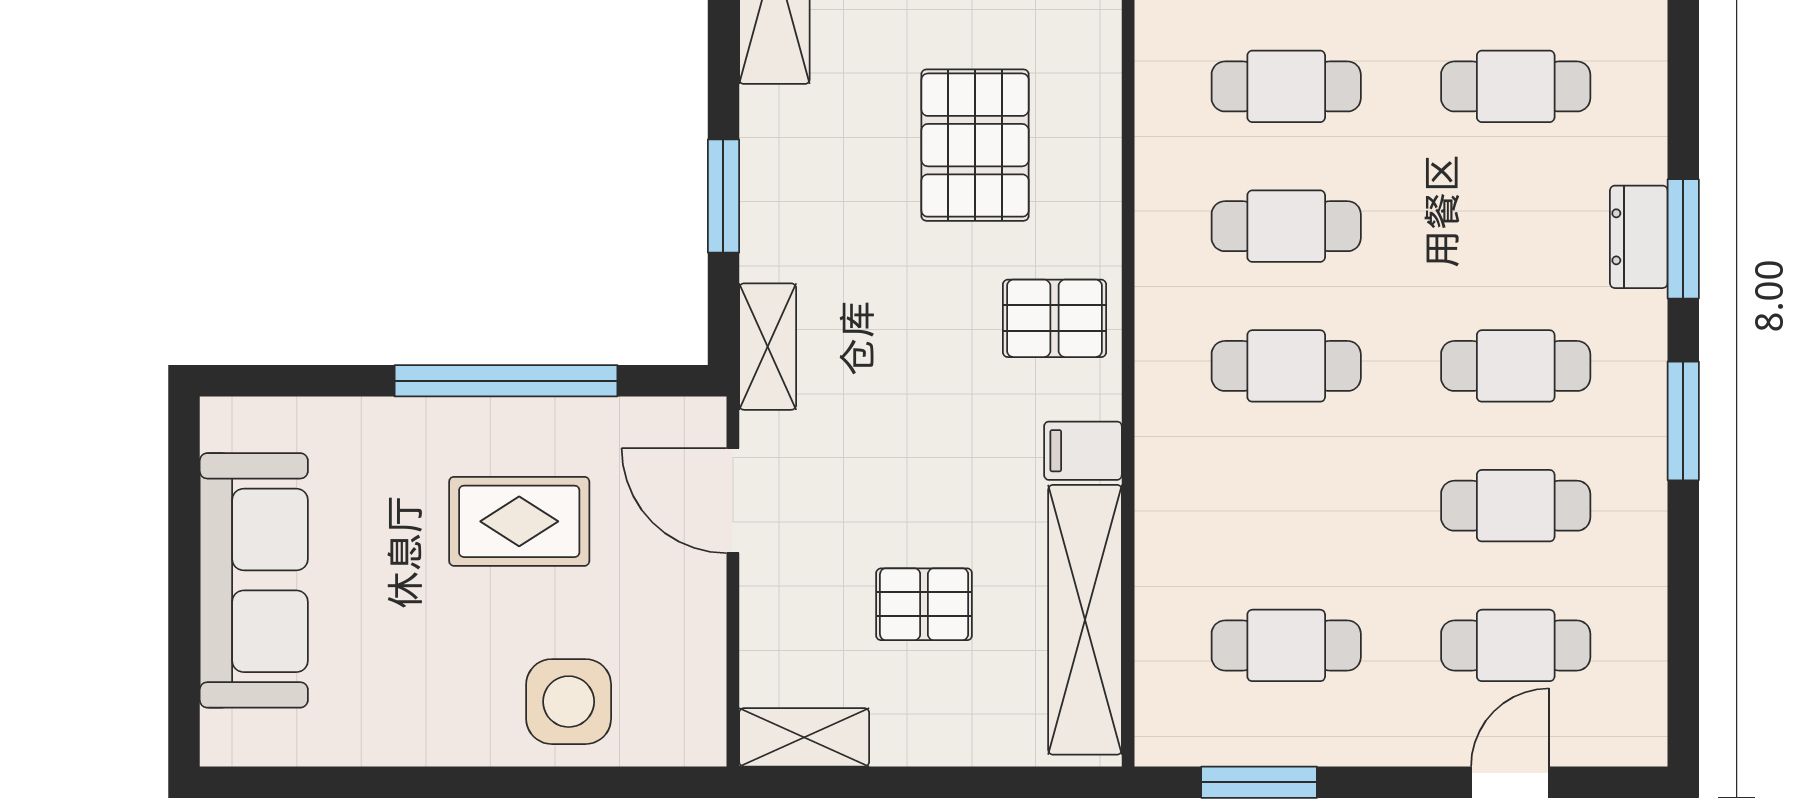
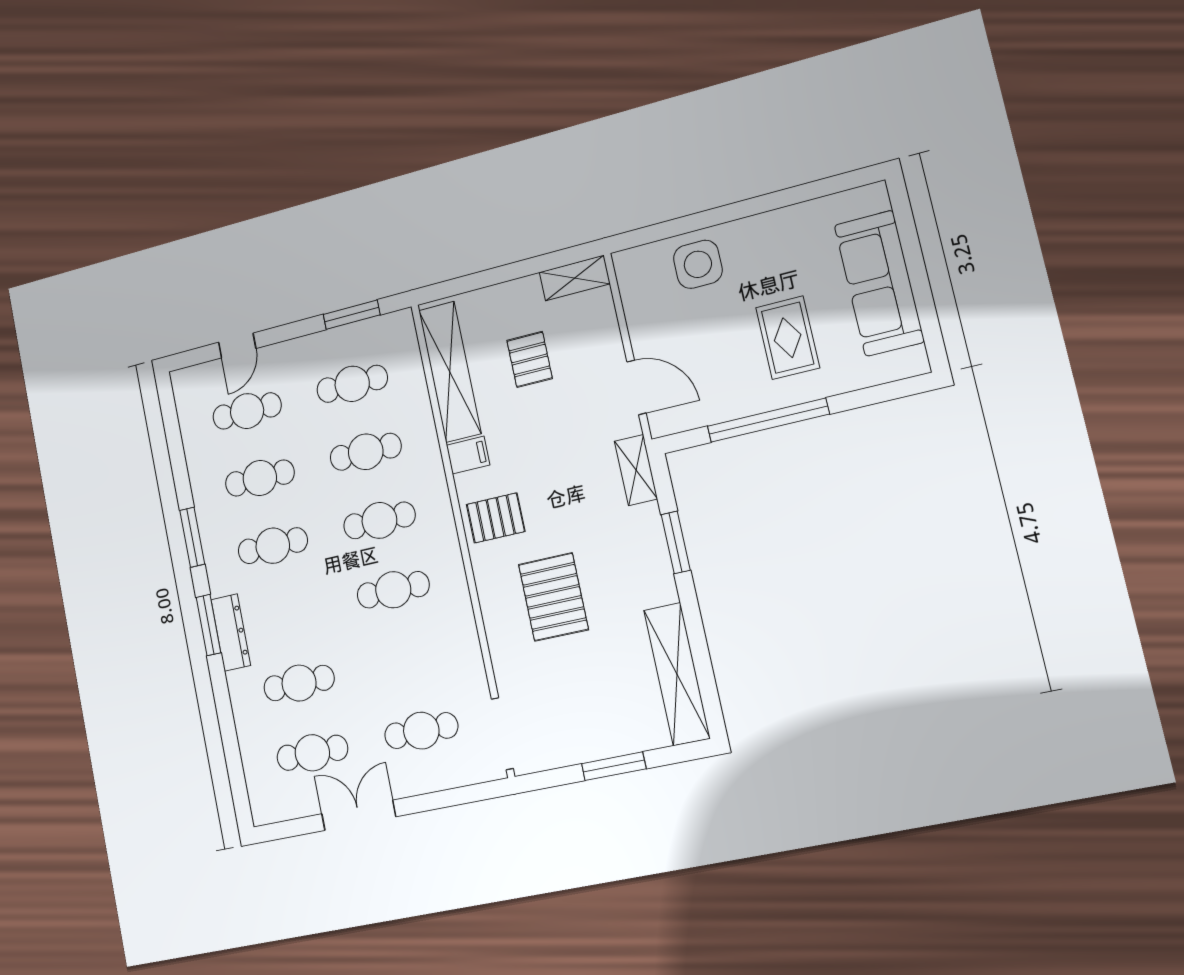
cafe table: (1286, 86) -> (366, 452), moved
dresser: (1639, 237) -> (231, 632), width x1.44
rug: (519, 521) -> (788, 338), moved, turned 90
pallet: (924, 604) -> (530, 359), turned 90

